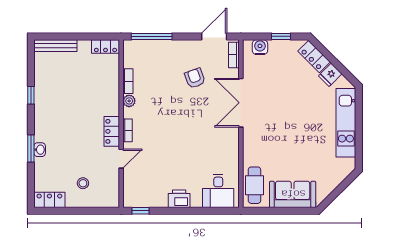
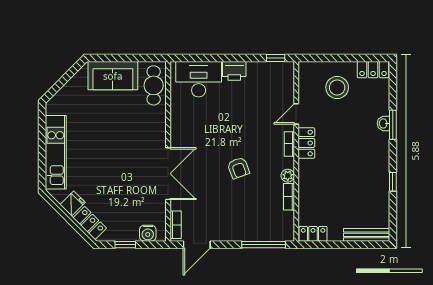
armchair: (195, 78) -> (238, 168), moved
stool: (83, 183) -> (337, 87), width x1.89, depth x1.89
desk: (218, 191) -> (199, 79), width x1.37

